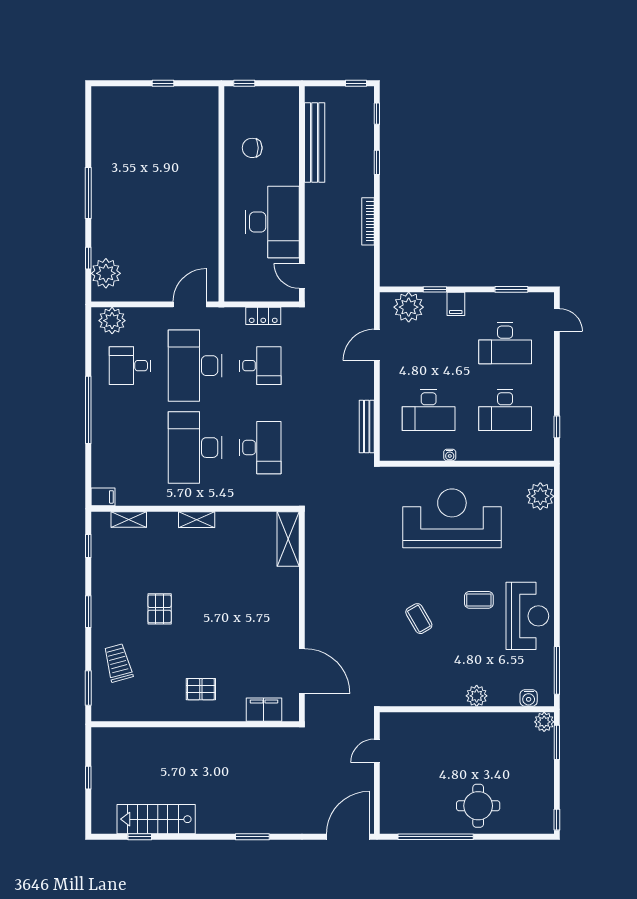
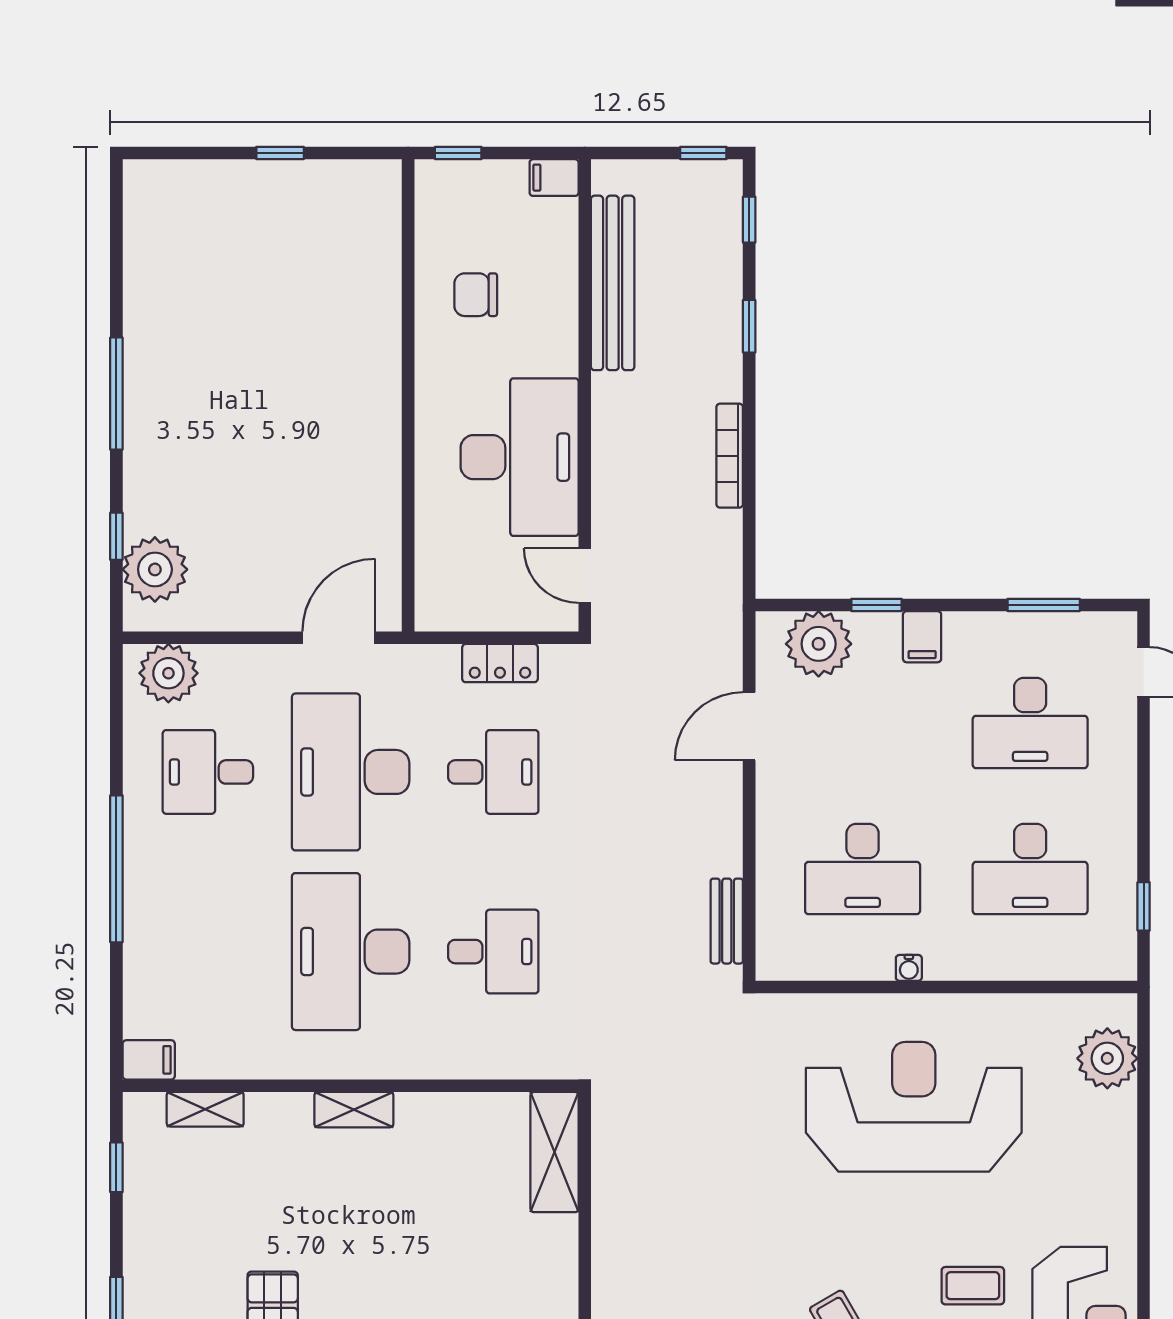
filing cabinet: (288, 94) -> (554, 178), added
bench: (367, 427) -> (727, 921), width x0.73
desk: (260, 448) -> (493, 952), width x0.73

